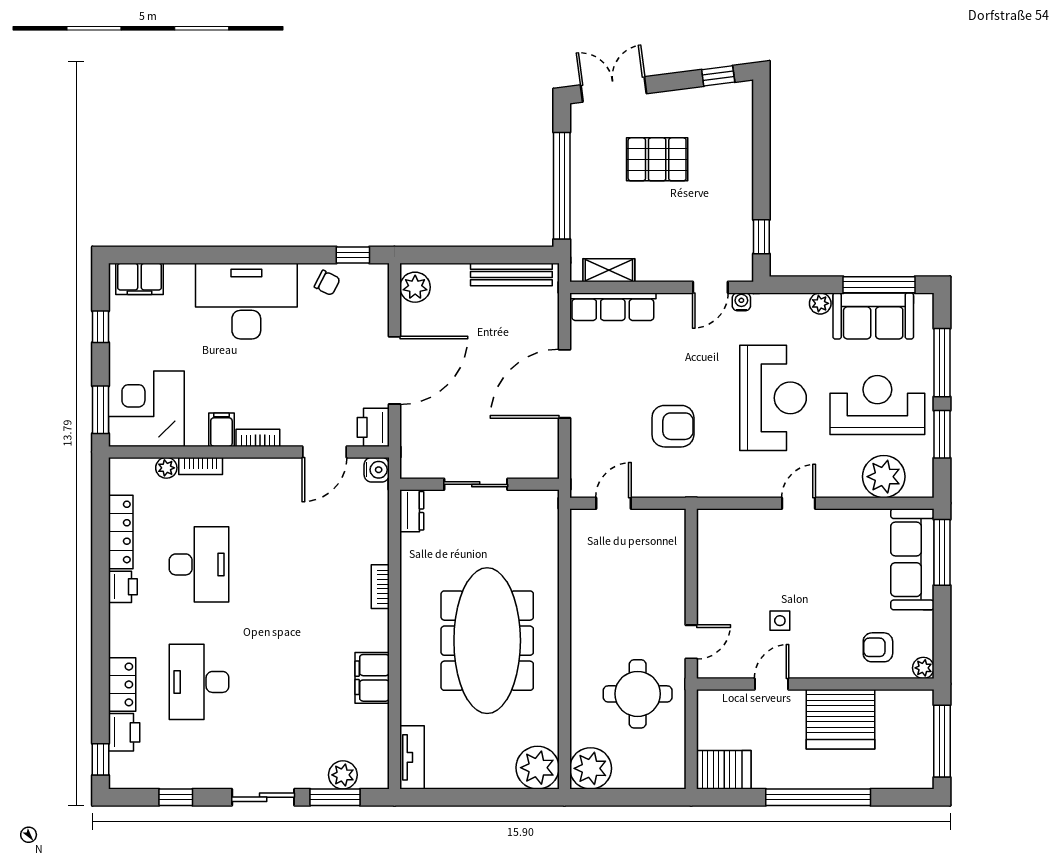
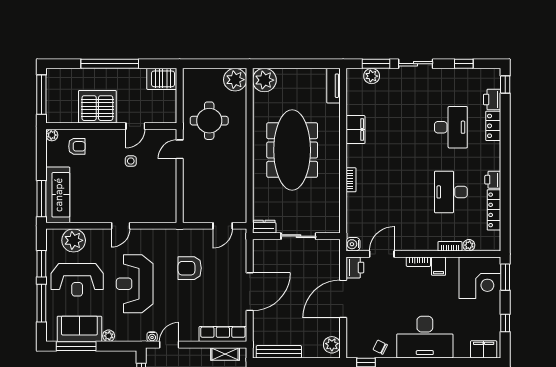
dresser: (412, 511) -> (264, 227), moved, turned 90

